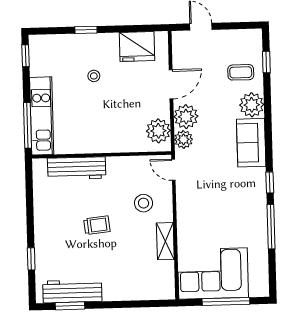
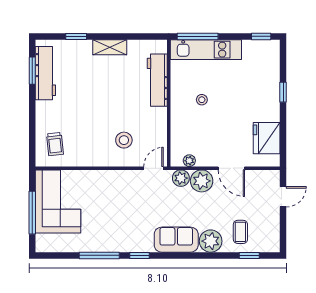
stool: (94, 76) -> (202, 100), moved
plant: (158, 131) -> (189, 161), width x0.53, depth x0.53
trolley: (97, 225) -> (55, 144), moved
shelving: (165, 241) -> (110, 47), moved

